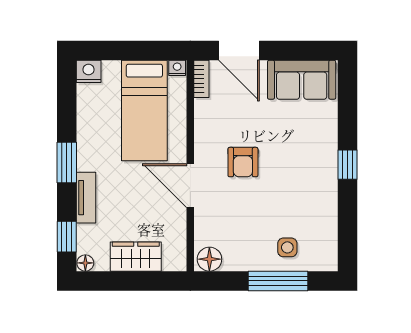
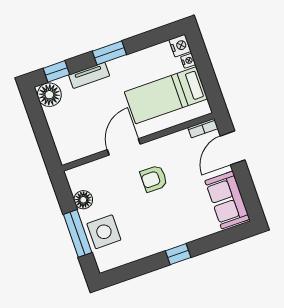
nightstand: (177, 68) -> (188, 61), moved
side table: (287, 247) -> (104, 232), width x1.87, depth x1.87
wardrobe: (136, 257) -> (59, 126), removed
floor lamp: (209, 259) -> (83, 200), moved
floor lamp: (85, 263) -> (49, 95), width x1.89, depth x1.89

